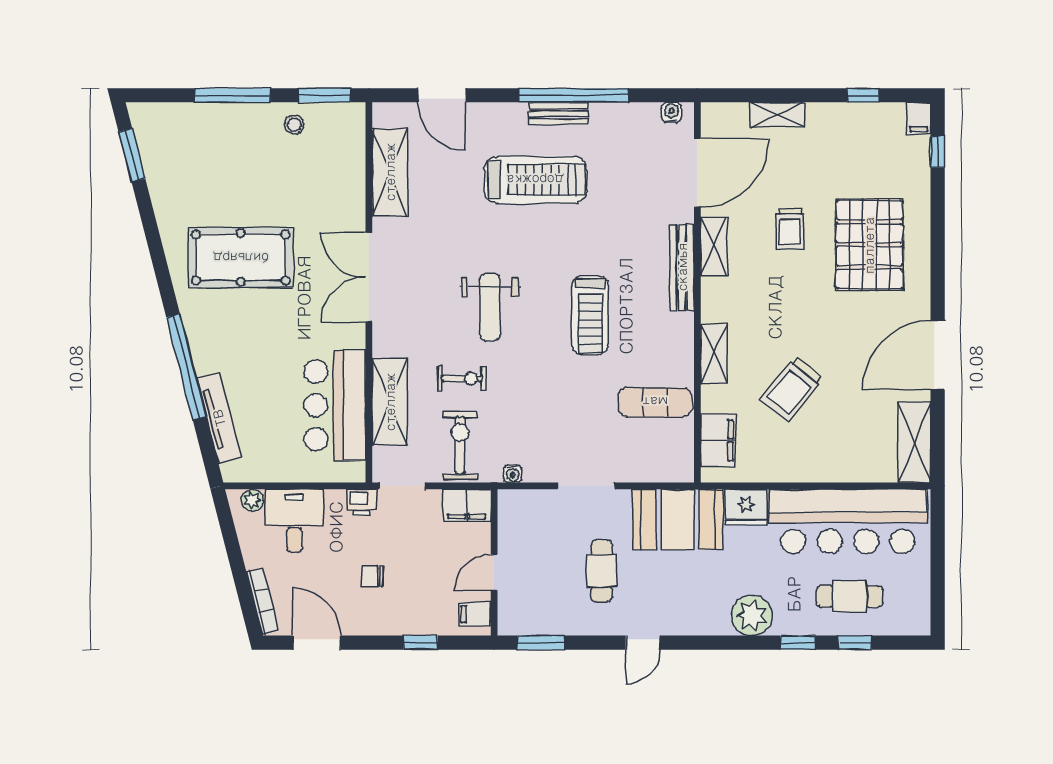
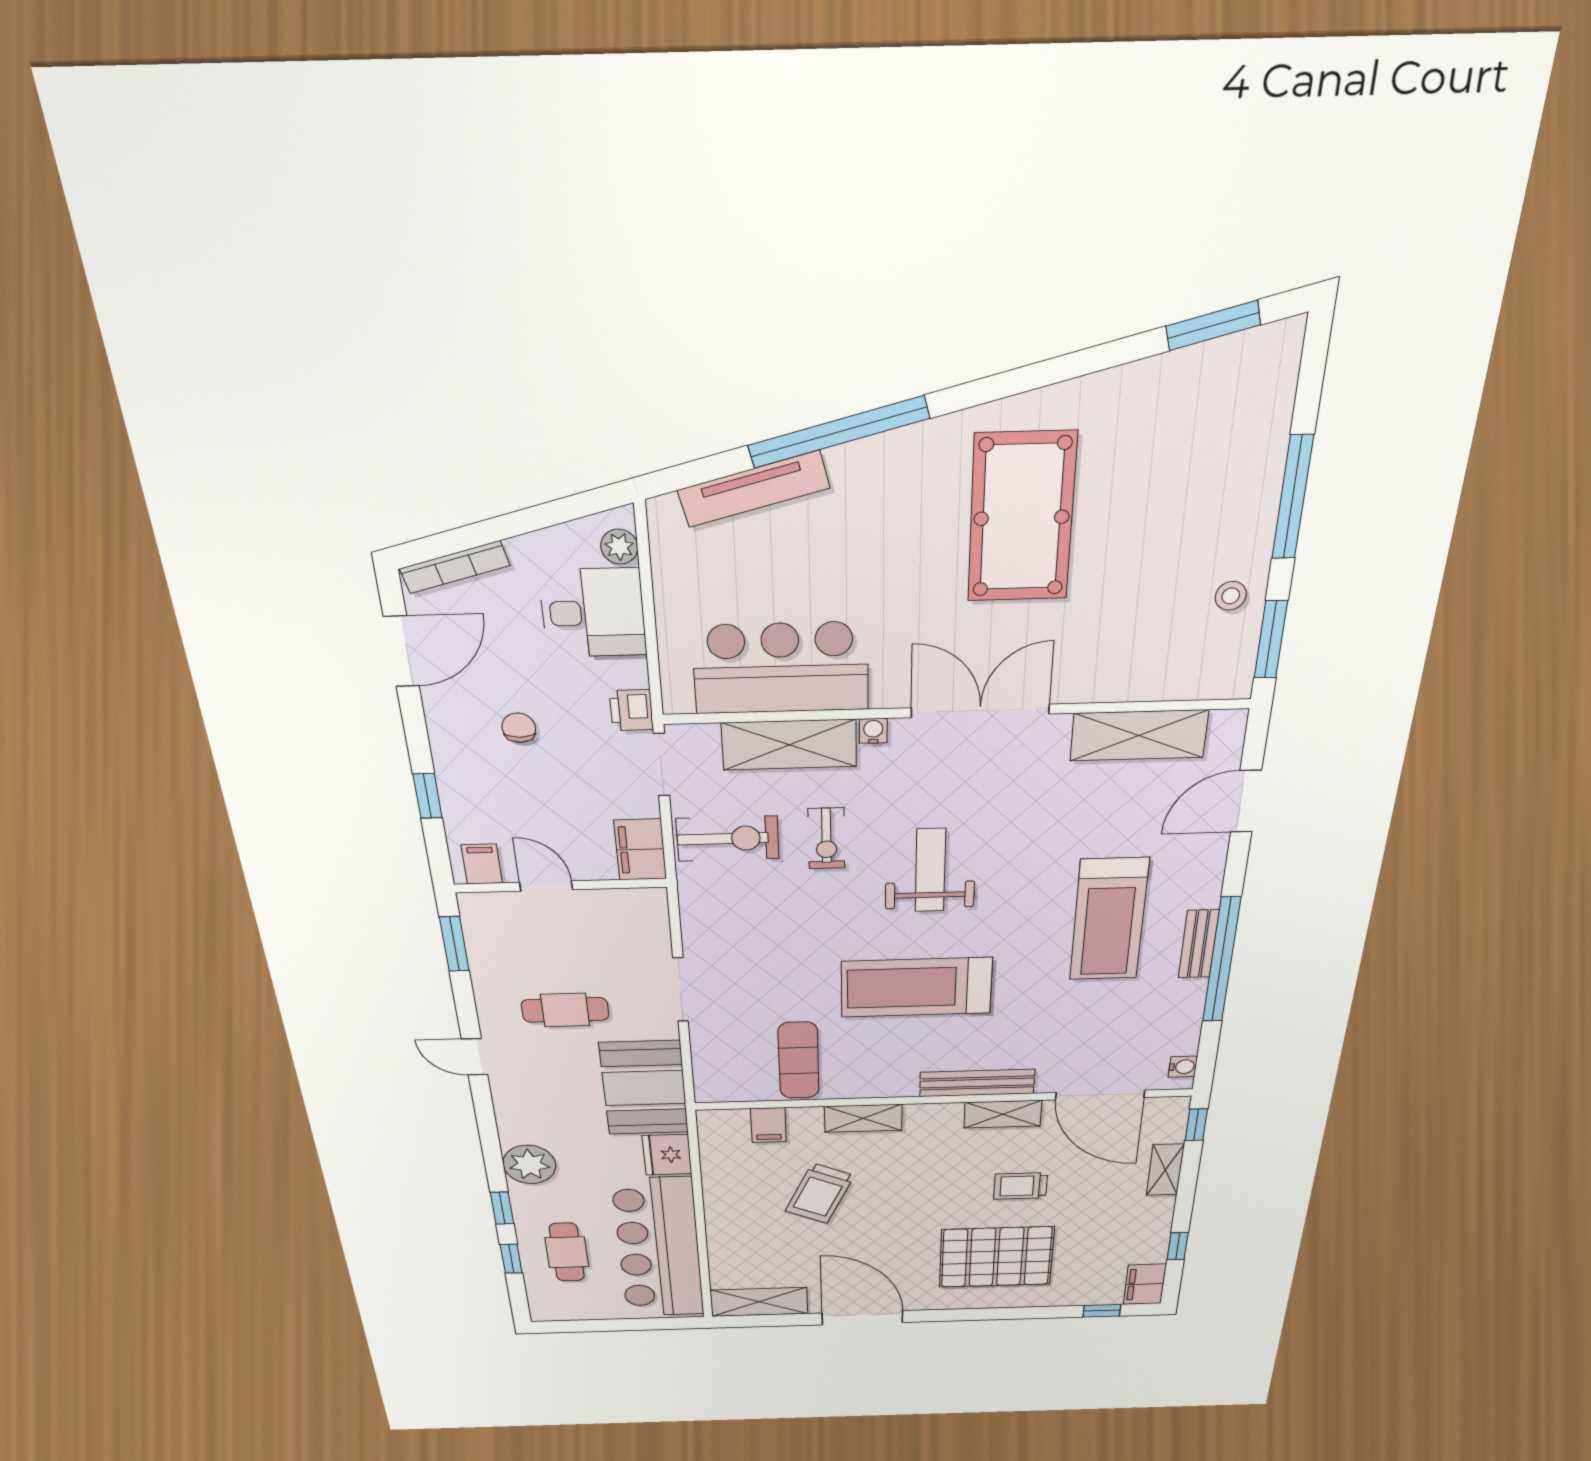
window: (730, 95) -> (1196, 1125), added
filing cabinet: (919, 118) -> (1145, 1284), width x2.00
weight bench: (490, 307) -> (930, 870), turned 90
treadmill: (590, 315) -> (916, 987), width x1.37, depth x1.38
trolley: (792, 389) -> (820, 1193), turned -105
filing cabinet: (718, 440) -> (768, 1125), width x0.50
water cooler: (513, 474) -> (873, 731), moved, turned 90

